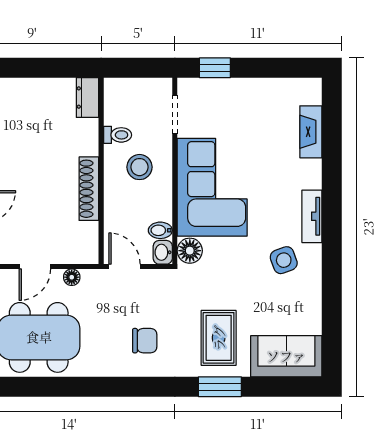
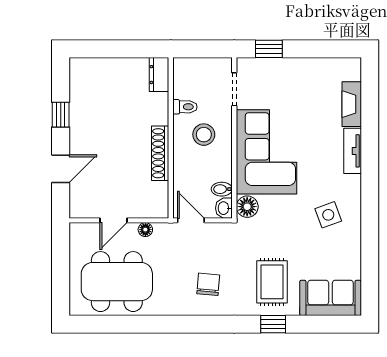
tv unit: (312, 216) -> (353, 151), moved
chair: (145, 341) -> (208, 284), turned -85
window: (220, 387) -> (273, 324), width x0.67

